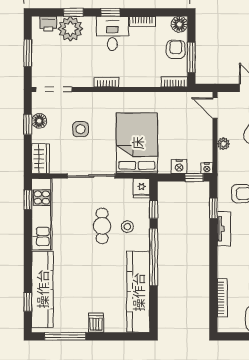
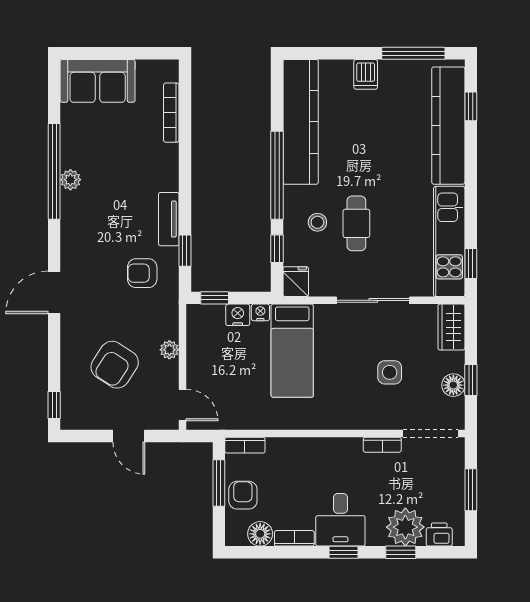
floor lamp: (179, 24) -> (260, 534), moved
armchair: (176, 49) -> (243, 495), turned 180
bookcase: (106, 82) -> (382, 445), moved
bed: (137, 143) -> (292, 351), width x0.67
nightstand: (207, 168) -> (260, 312), moved

